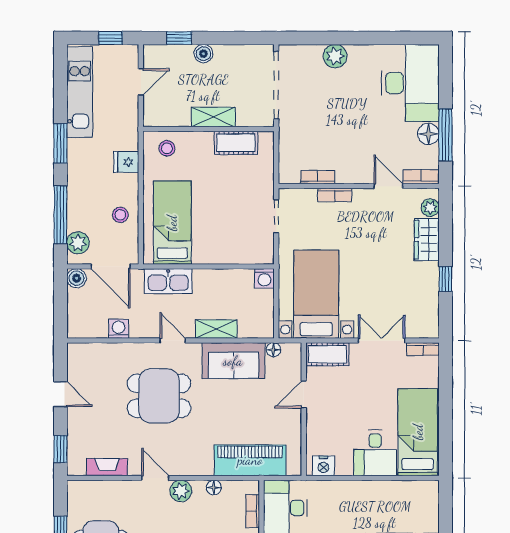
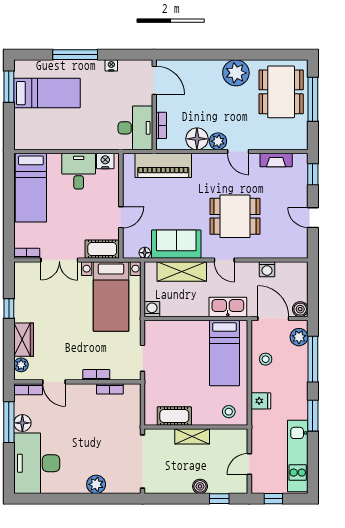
shelving: (216, 329) -> (182, 272), width x1.50, depth x1.33
desk: (375, 453) -> (79, 171), moved
floor lamp: (214, 487) -> (197, 139), width x1.89, depth x1.89

